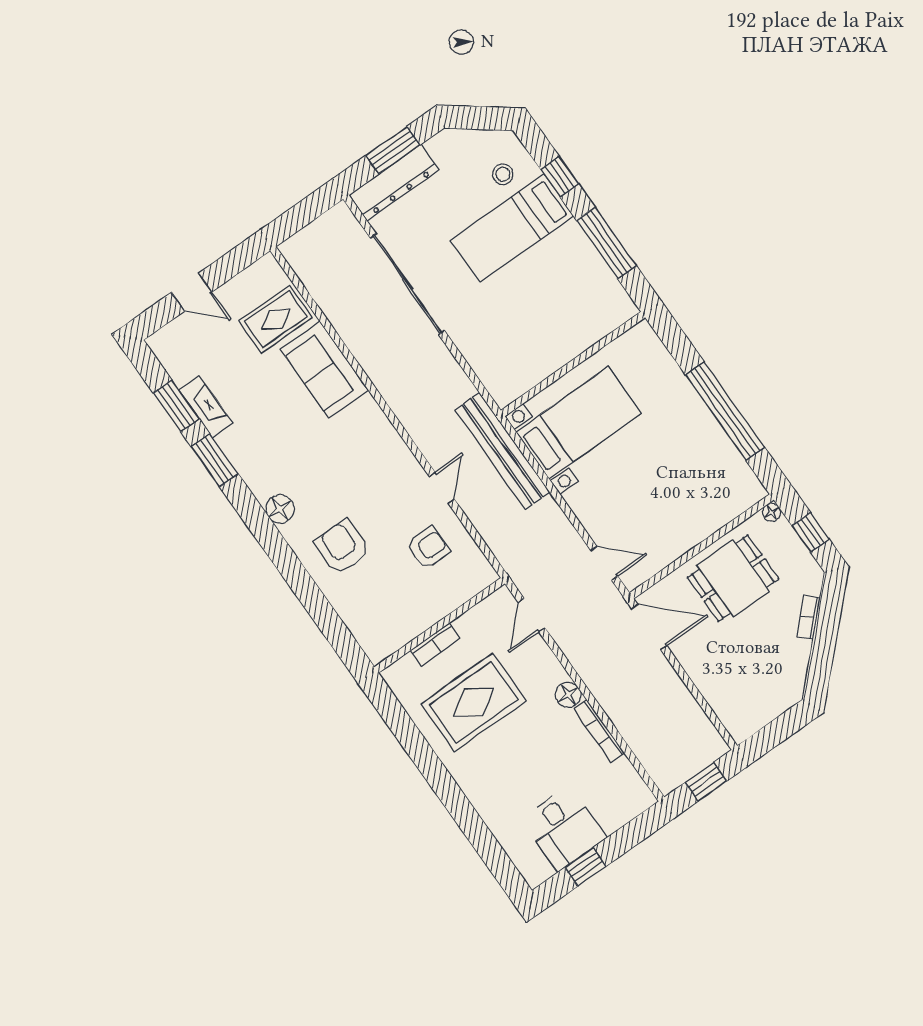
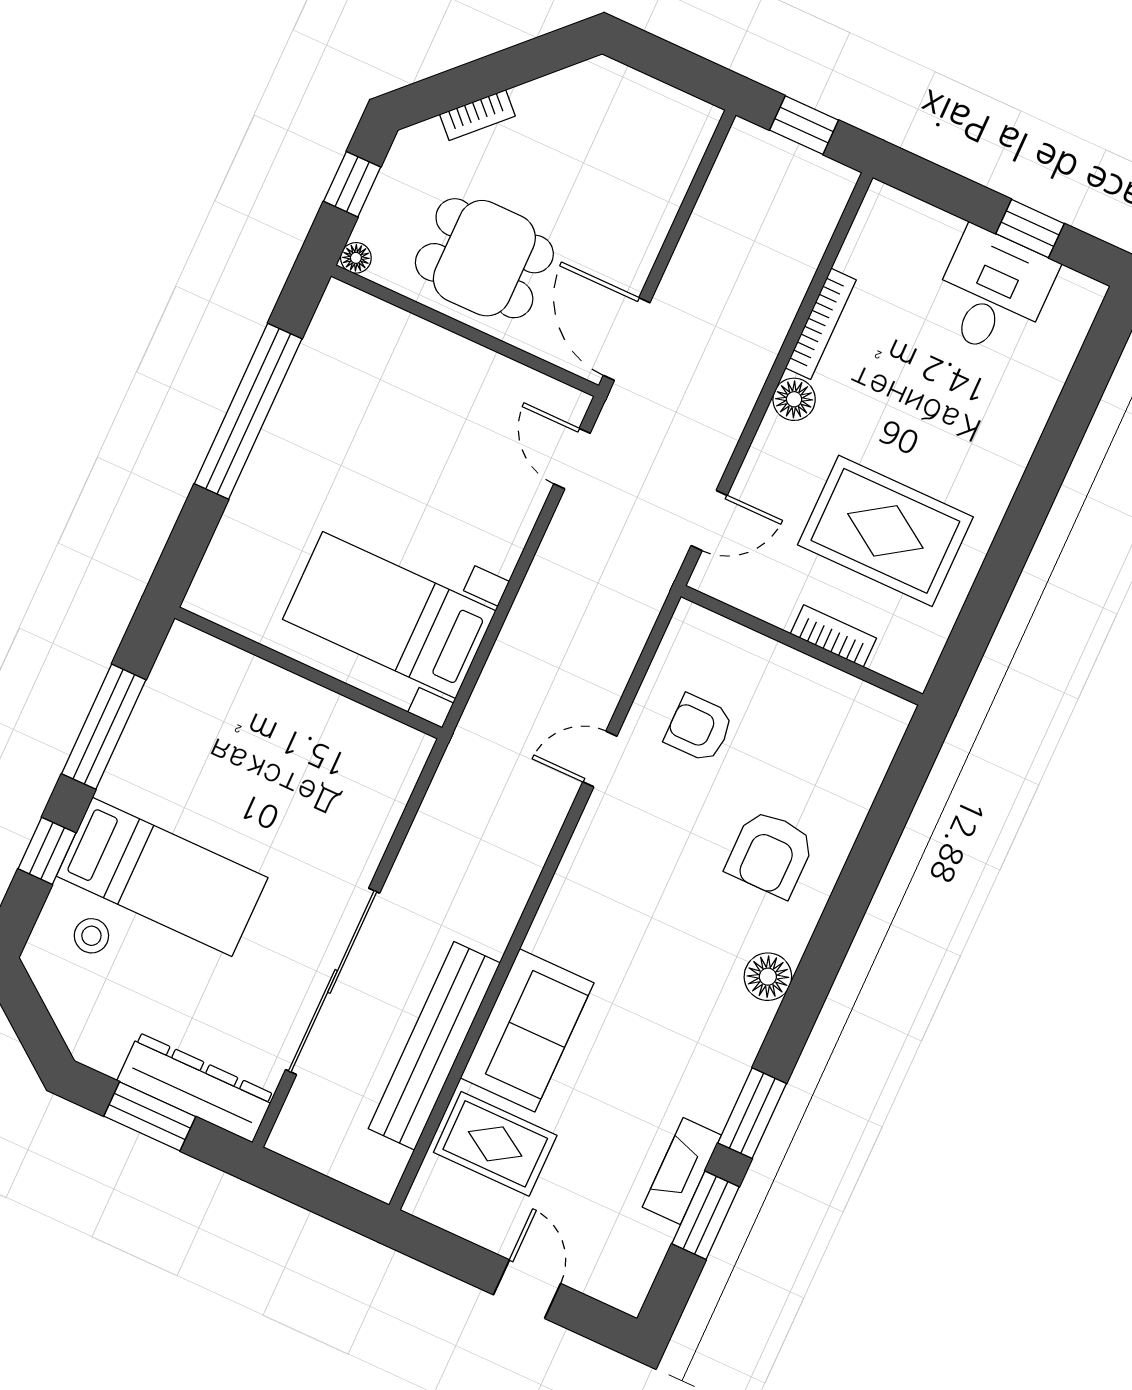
bench: (502, 451) -> (434, 1046), moved

